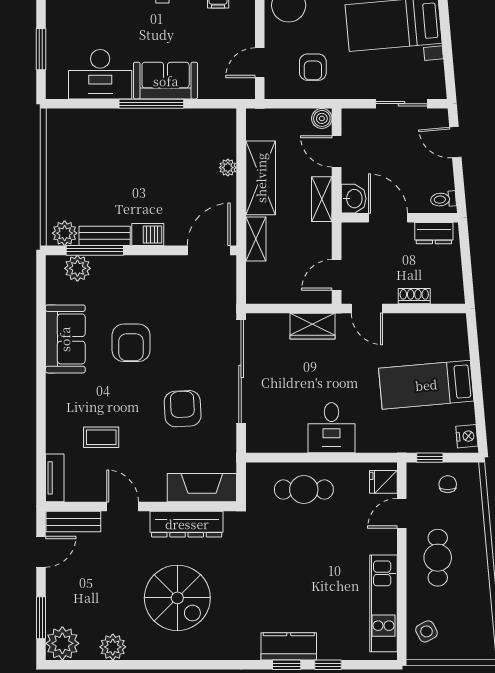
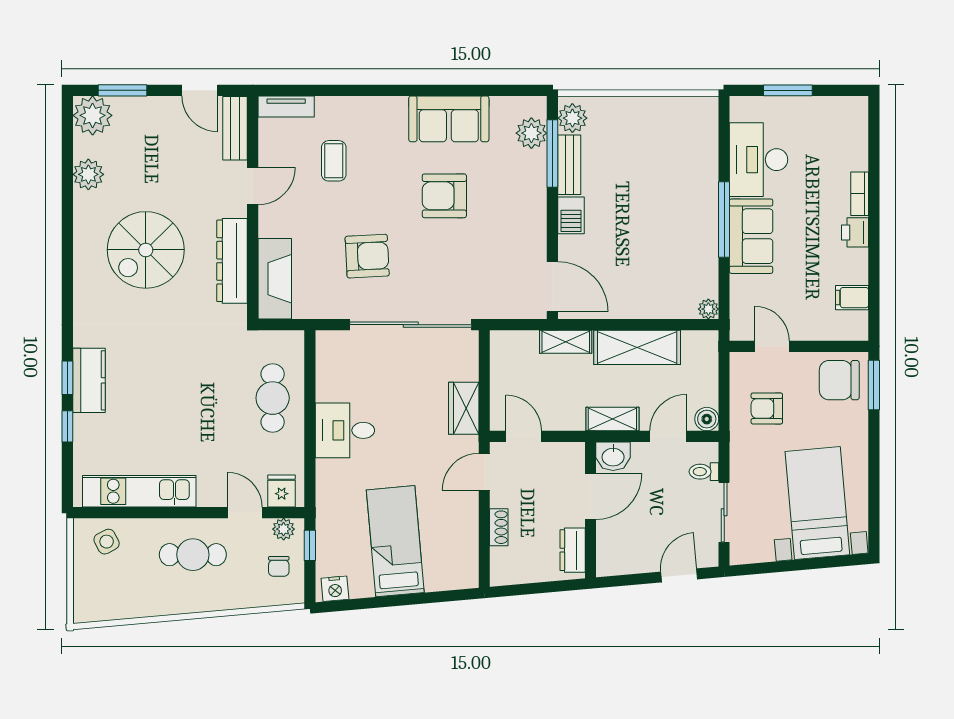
plant: (228, 168) -> (708, 309), moved
toilet: (443, 199) -> (704, 472), moved, turned -85
plant: (416, 480) -> (284, 529), added
chair: (448, 484) -> (279, 566), turned 90

